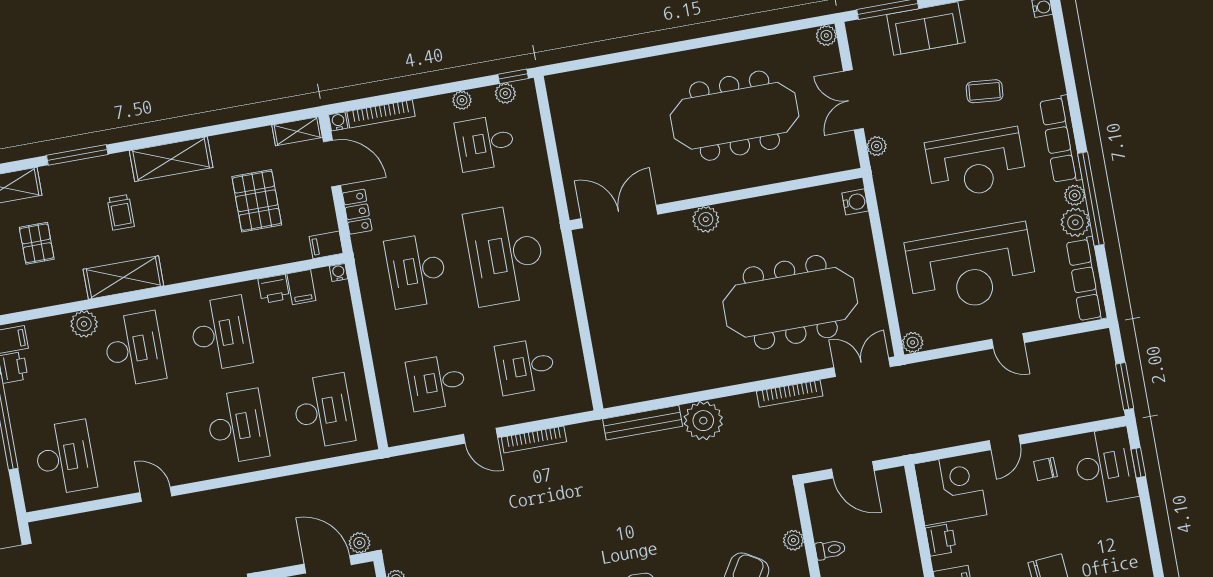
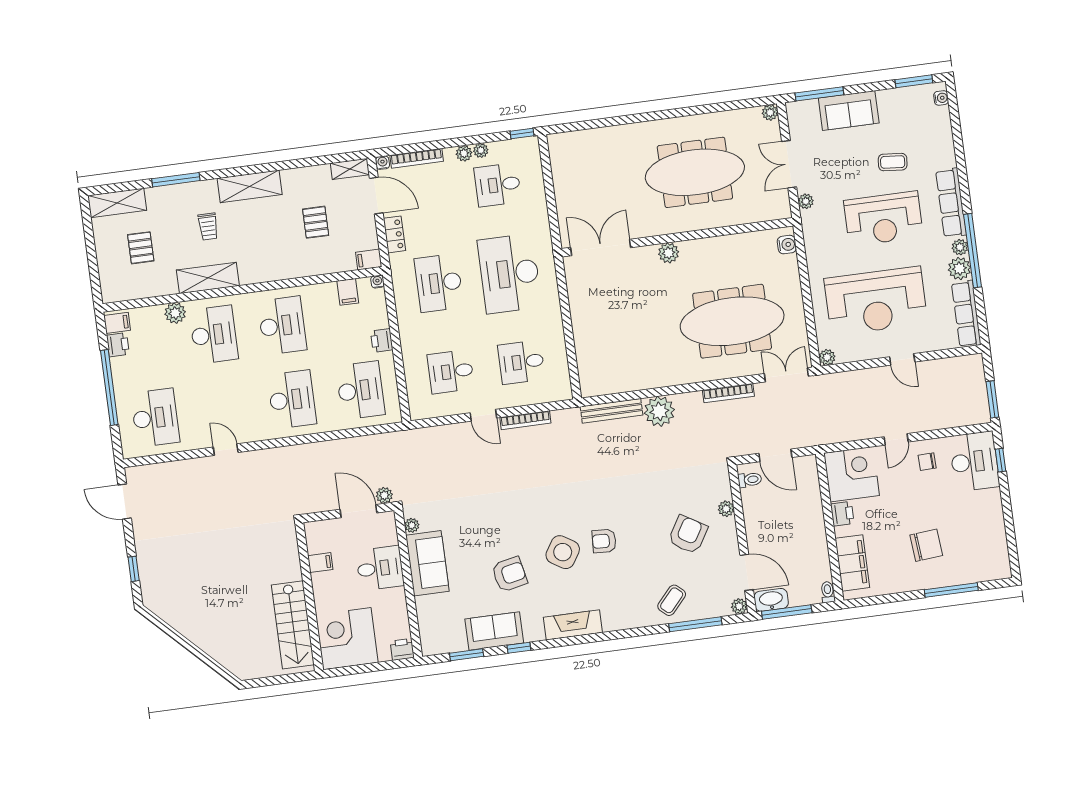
plant: (505, 93) -> (464, 153), moved
pallet: (257, 201) -> (316, 222), width x0.67, depth x0.71
printer: (274, 289) -> (382, 340), moved, turned 90
toilet: (830, 550) -> (750, 480), moved

